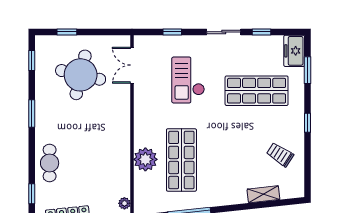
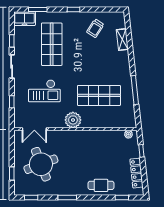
round table: (81, 75) -> (41, 164), turned -34
plant: (145, 159) -> (73, 120), moved

